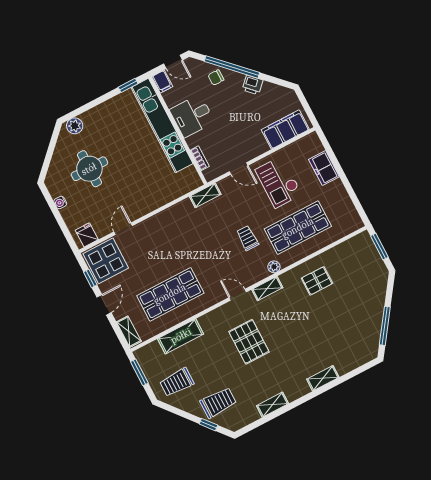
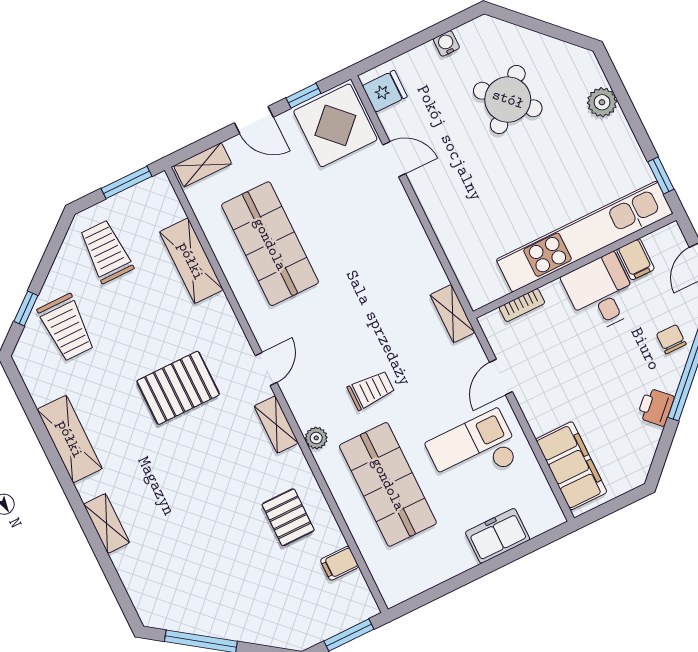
filing cabinet: (162, 82) -> (635, 259), moved, turned -90
plant: (75, 126) -> (602, 102), moved
round table: (89, 169) -> (508, 99), turned 45
filing cabinet: (341, 253) -> (340, 563), added
shelving: (272, 405) -> (70, 439), width x1.50, depth x1.33

